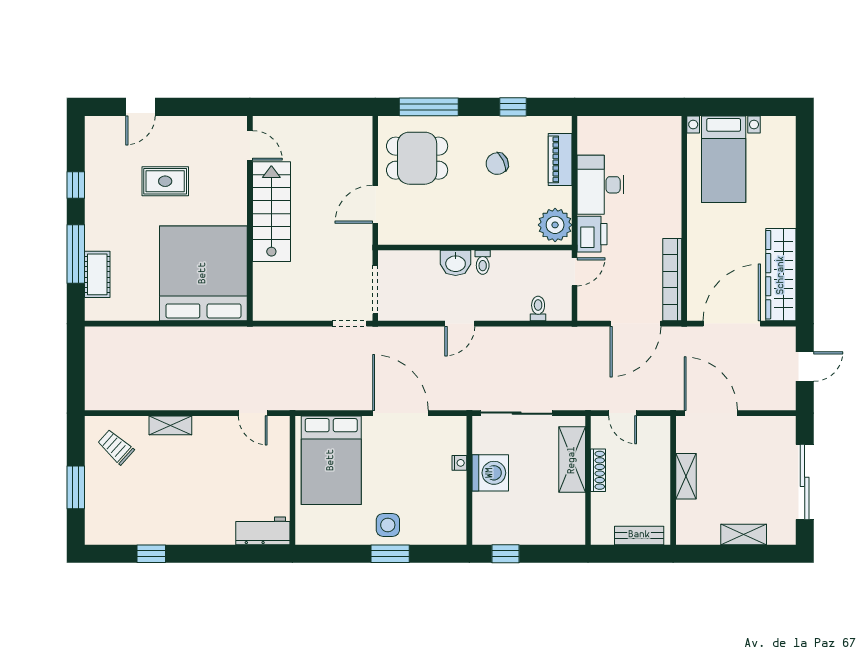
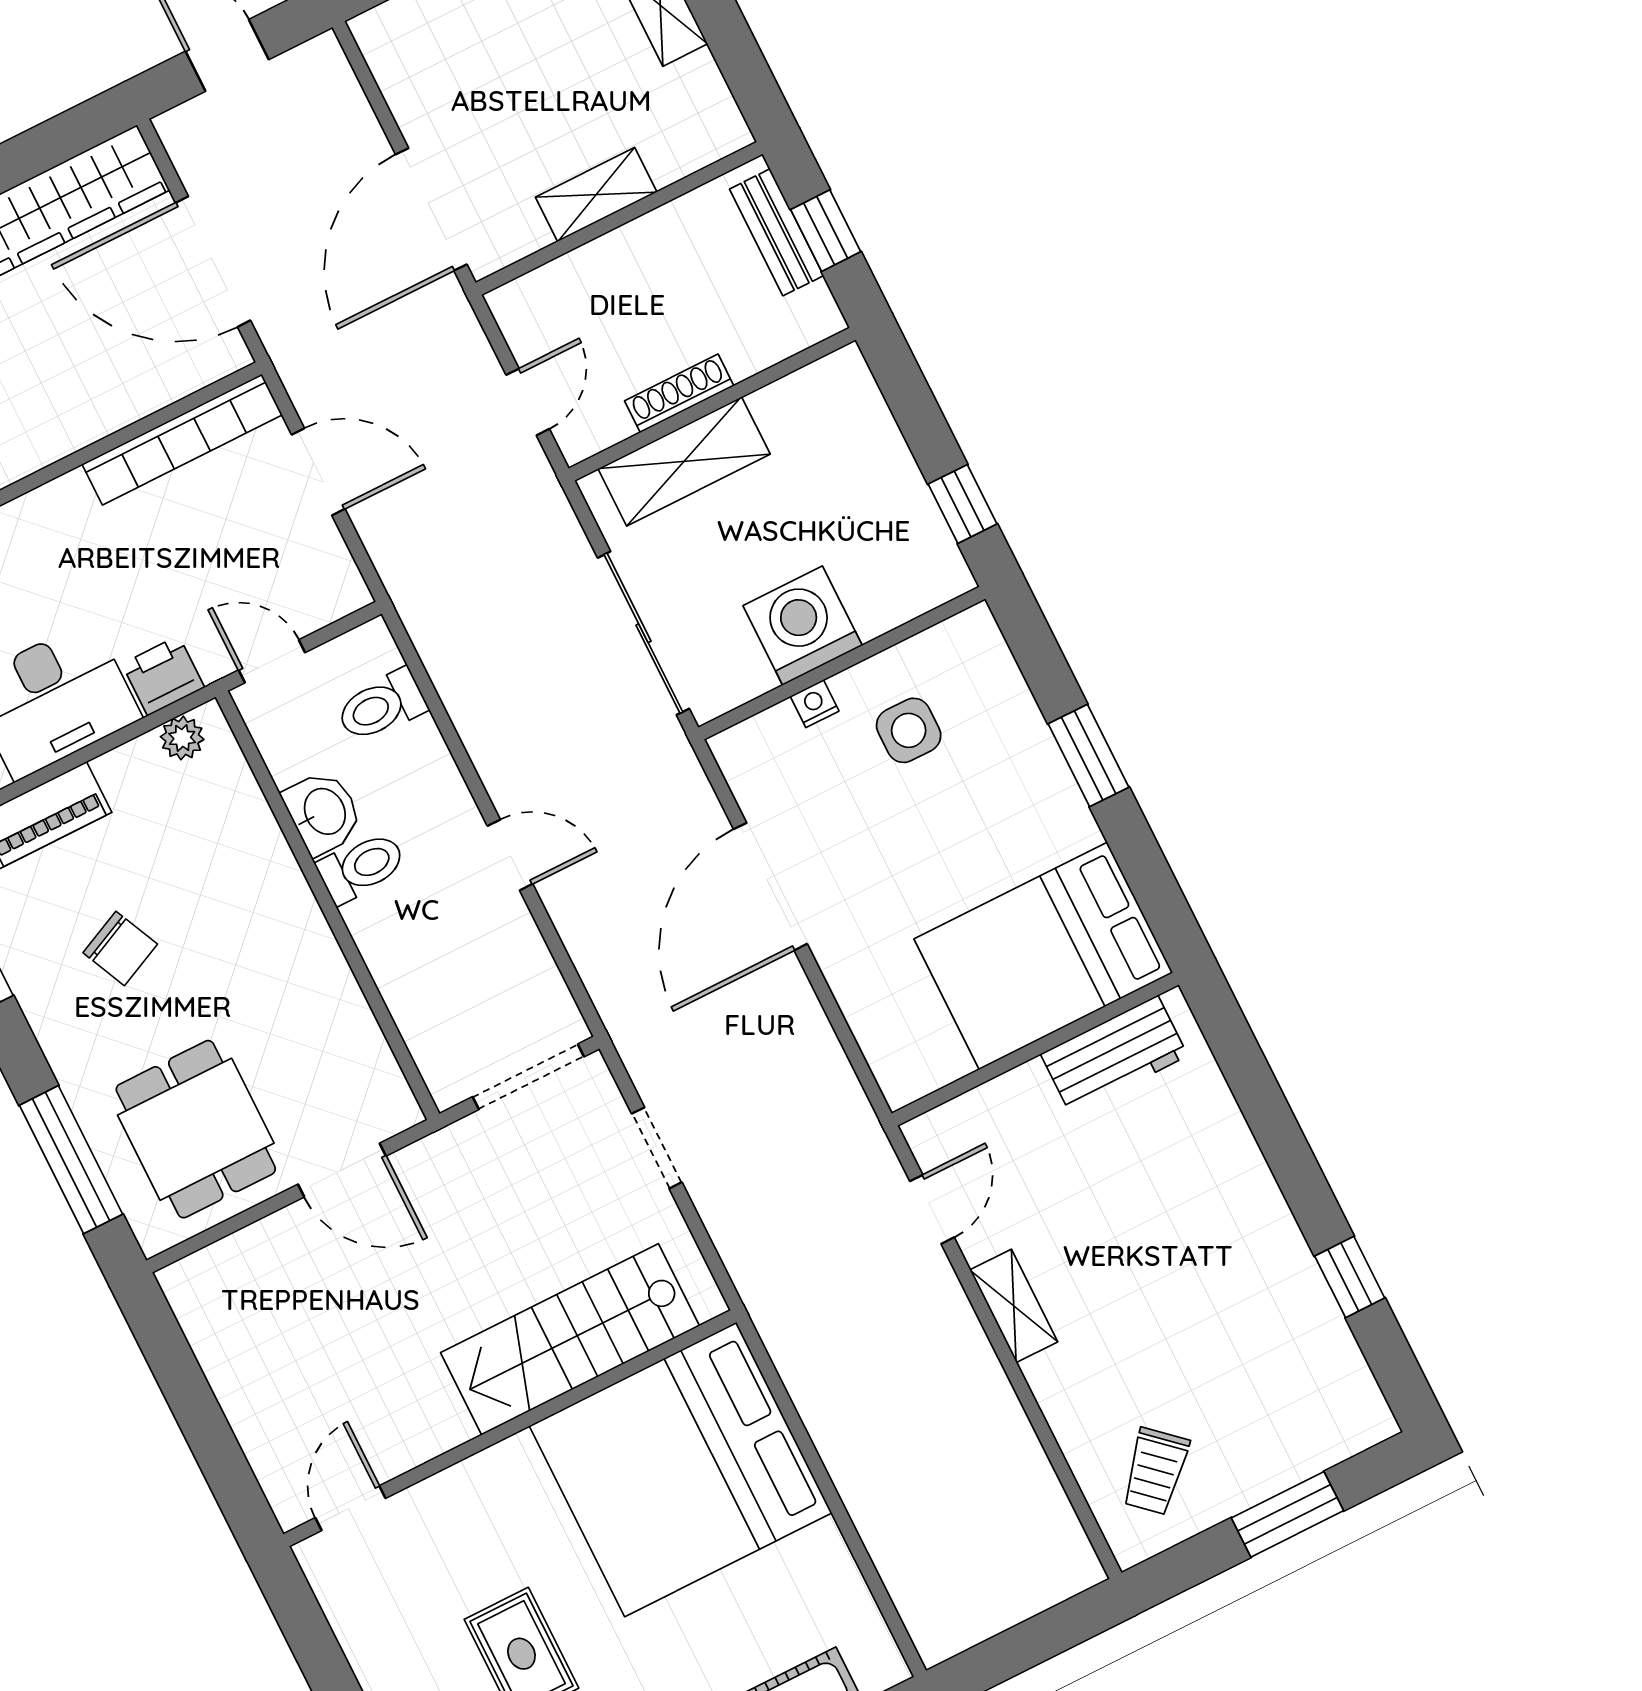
stairs: (271, 212) -> (570, 1339), moved
plant: (555, 225) -> (182, 738), width x0.53, depth x0.53
printer: (592, 234) -> (163, 676), width x0.73, depth x0.81
toilet: (483, 262) -> (362, 867), width x1.37, depth x1.39
washbasin: (456, 263) -> (323, 812), moved
toilet: (538, 309) -> (381, 706), width x1.37, depth x1.39
doorway: (349, 324) -> (657, 1148), moved
door: (635, 324) -> (318, 472), width x0.73
shelving: (170, 425) -> (1014, 1306), moved
bed: (331, 460) -> (1043, 956), moved, turned 180
side table: (388, 525) -> (909, 730), moved
workbench: (263, 531) -> (1114, 1055), moved, turned -90
window: (631, 554) -> (826, 231), added

